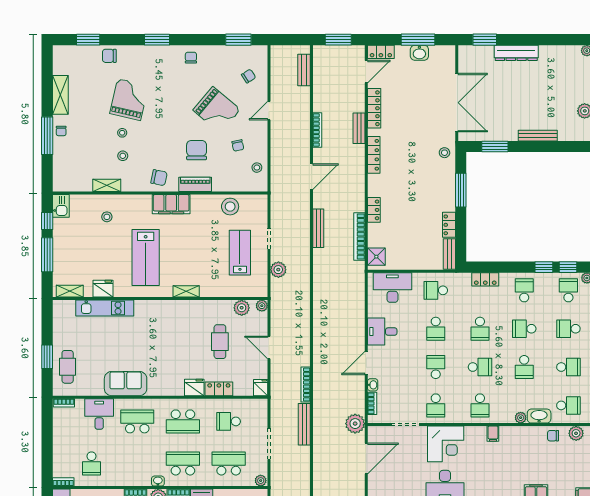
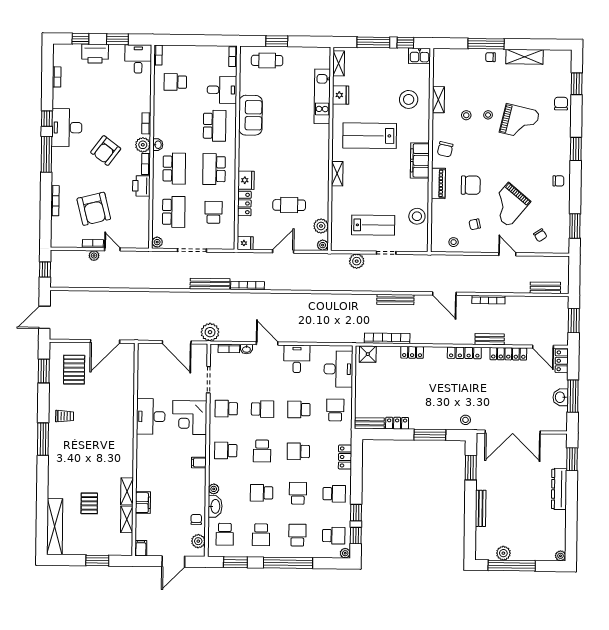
stool: (107, 217) -> (409, 99), width x1.89, depth x1.89

